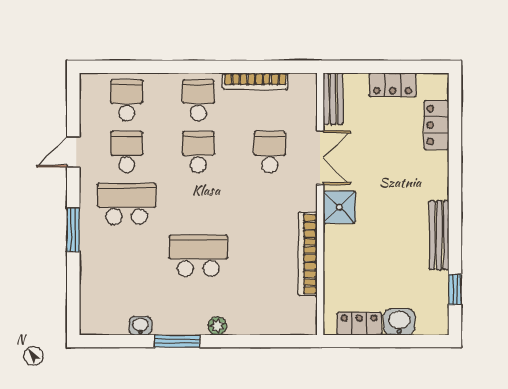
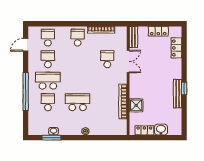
door: (73, 152) -> (26, 45), moved
school desk: (198, 152) -> (48, 102), moved
shower: (339, 207) -> (136, 105), moved
window: (73, 230) -> (26, 92), width x2.11
window: (455, 290) -> (184, 88), moved
window: (177, 341) -> (51, 138), moved

